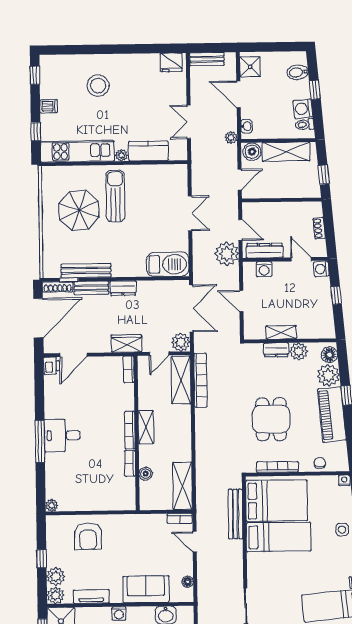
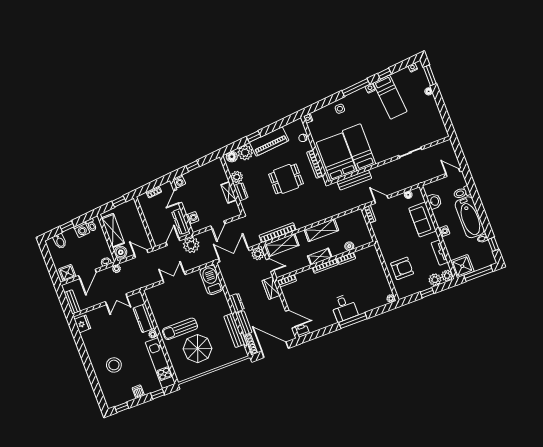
shelving: (182, 486) -> (321, 230), moved
door: (195, 542) -> (381, 199), swing flipped

